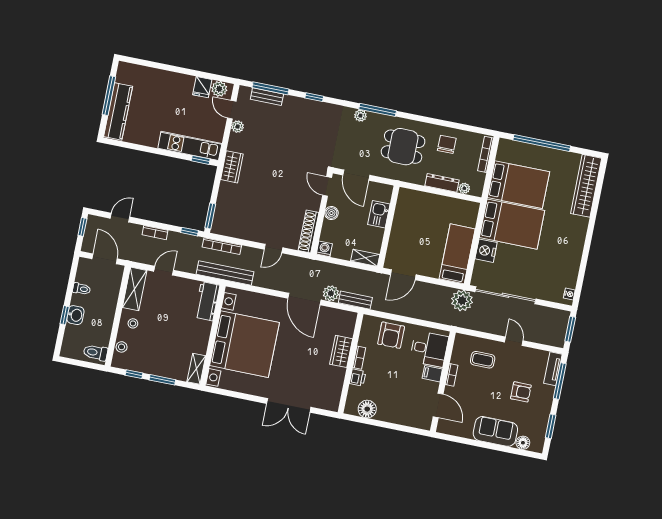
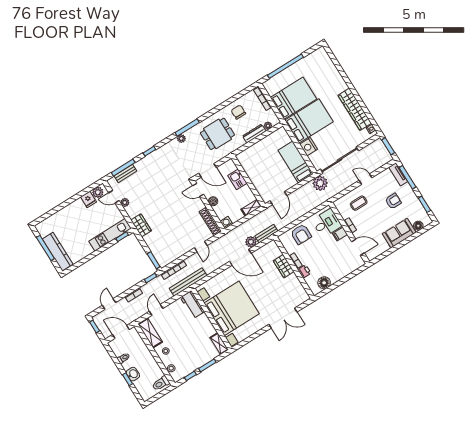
wardrobe: (586, 186) -> (355, 109), moved

